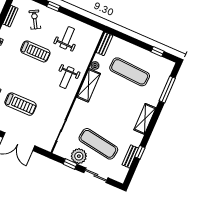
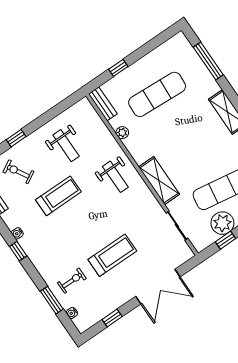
weight bench: (67, 38) -> (66, 146), turned 180
window: (158, 51) -> (118, 68), moved
shelving: (89, 85) -> (159, 181), moved

